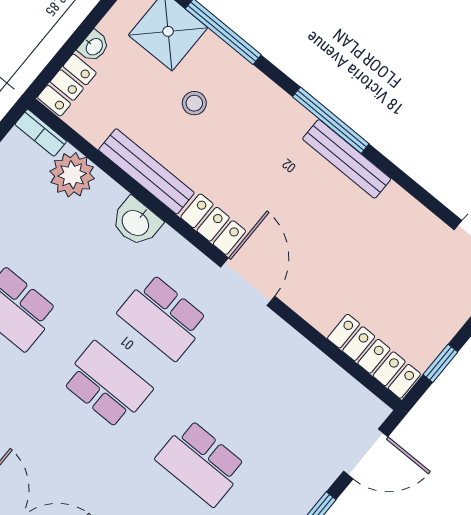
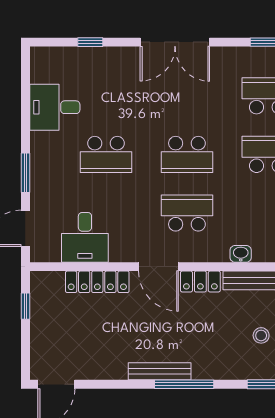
washbasin: (136, 222) -> (241, 254), width x0.72, depth x0.69
locker: (374, 356) -> (97, 282), moved
desk: (305, 386) -> (85, 237), added
school desk: (201, 463) -> (106, 154), turned 180

